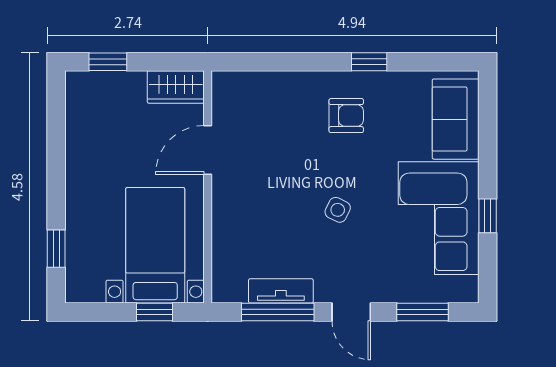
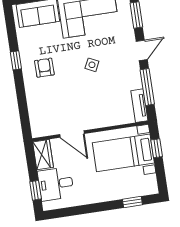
desk: (115, 103) -> (56, 184), added
tv unit: (281, 291) -> (139, 106), moved

